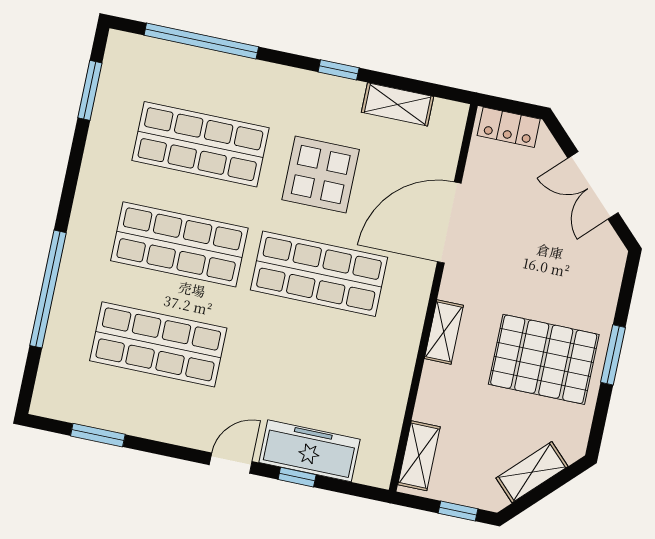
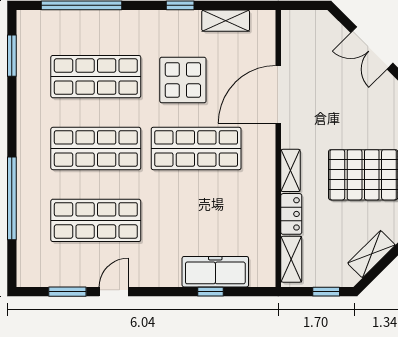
locker: (509, 127) -> (291, 214), moved, turned -90
door: (231, 463) -> (114, 292), moved

